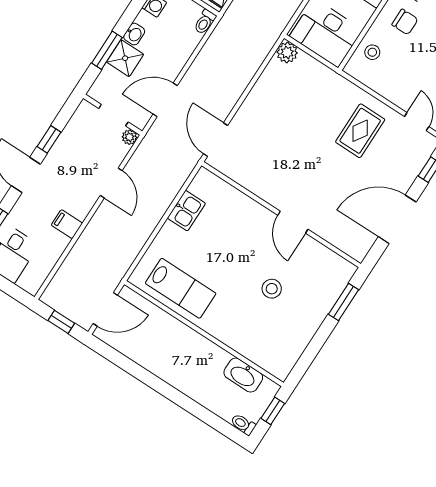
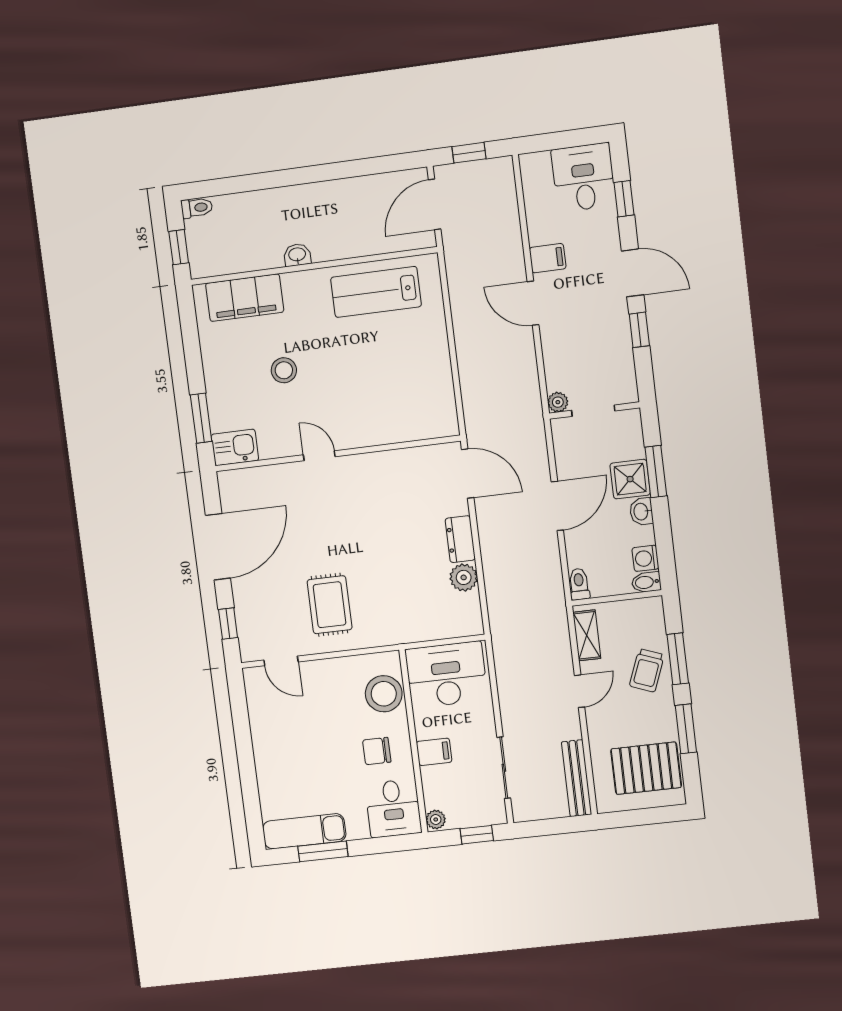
plant: (287, 52) -> (464, 577), moved
stool: (372, 52) -> (384, 694), width x1.89, depth x1.89
door: (165, 100) -> (557, 506), moved
dresser: (252, 105) -> (460, 539), added
door: (111, 183) -> (533, 303), moved
kitchen sink: (186, 211) -> (235, 447), moved, turned 90
door: (293, 222) -> (319, 456), width x0.73
filing cabinet: (259, 350) -> (245, 298), added
washbasin: (243, 375) -> (297, 255), moved, width x0.52, depth x0.69

